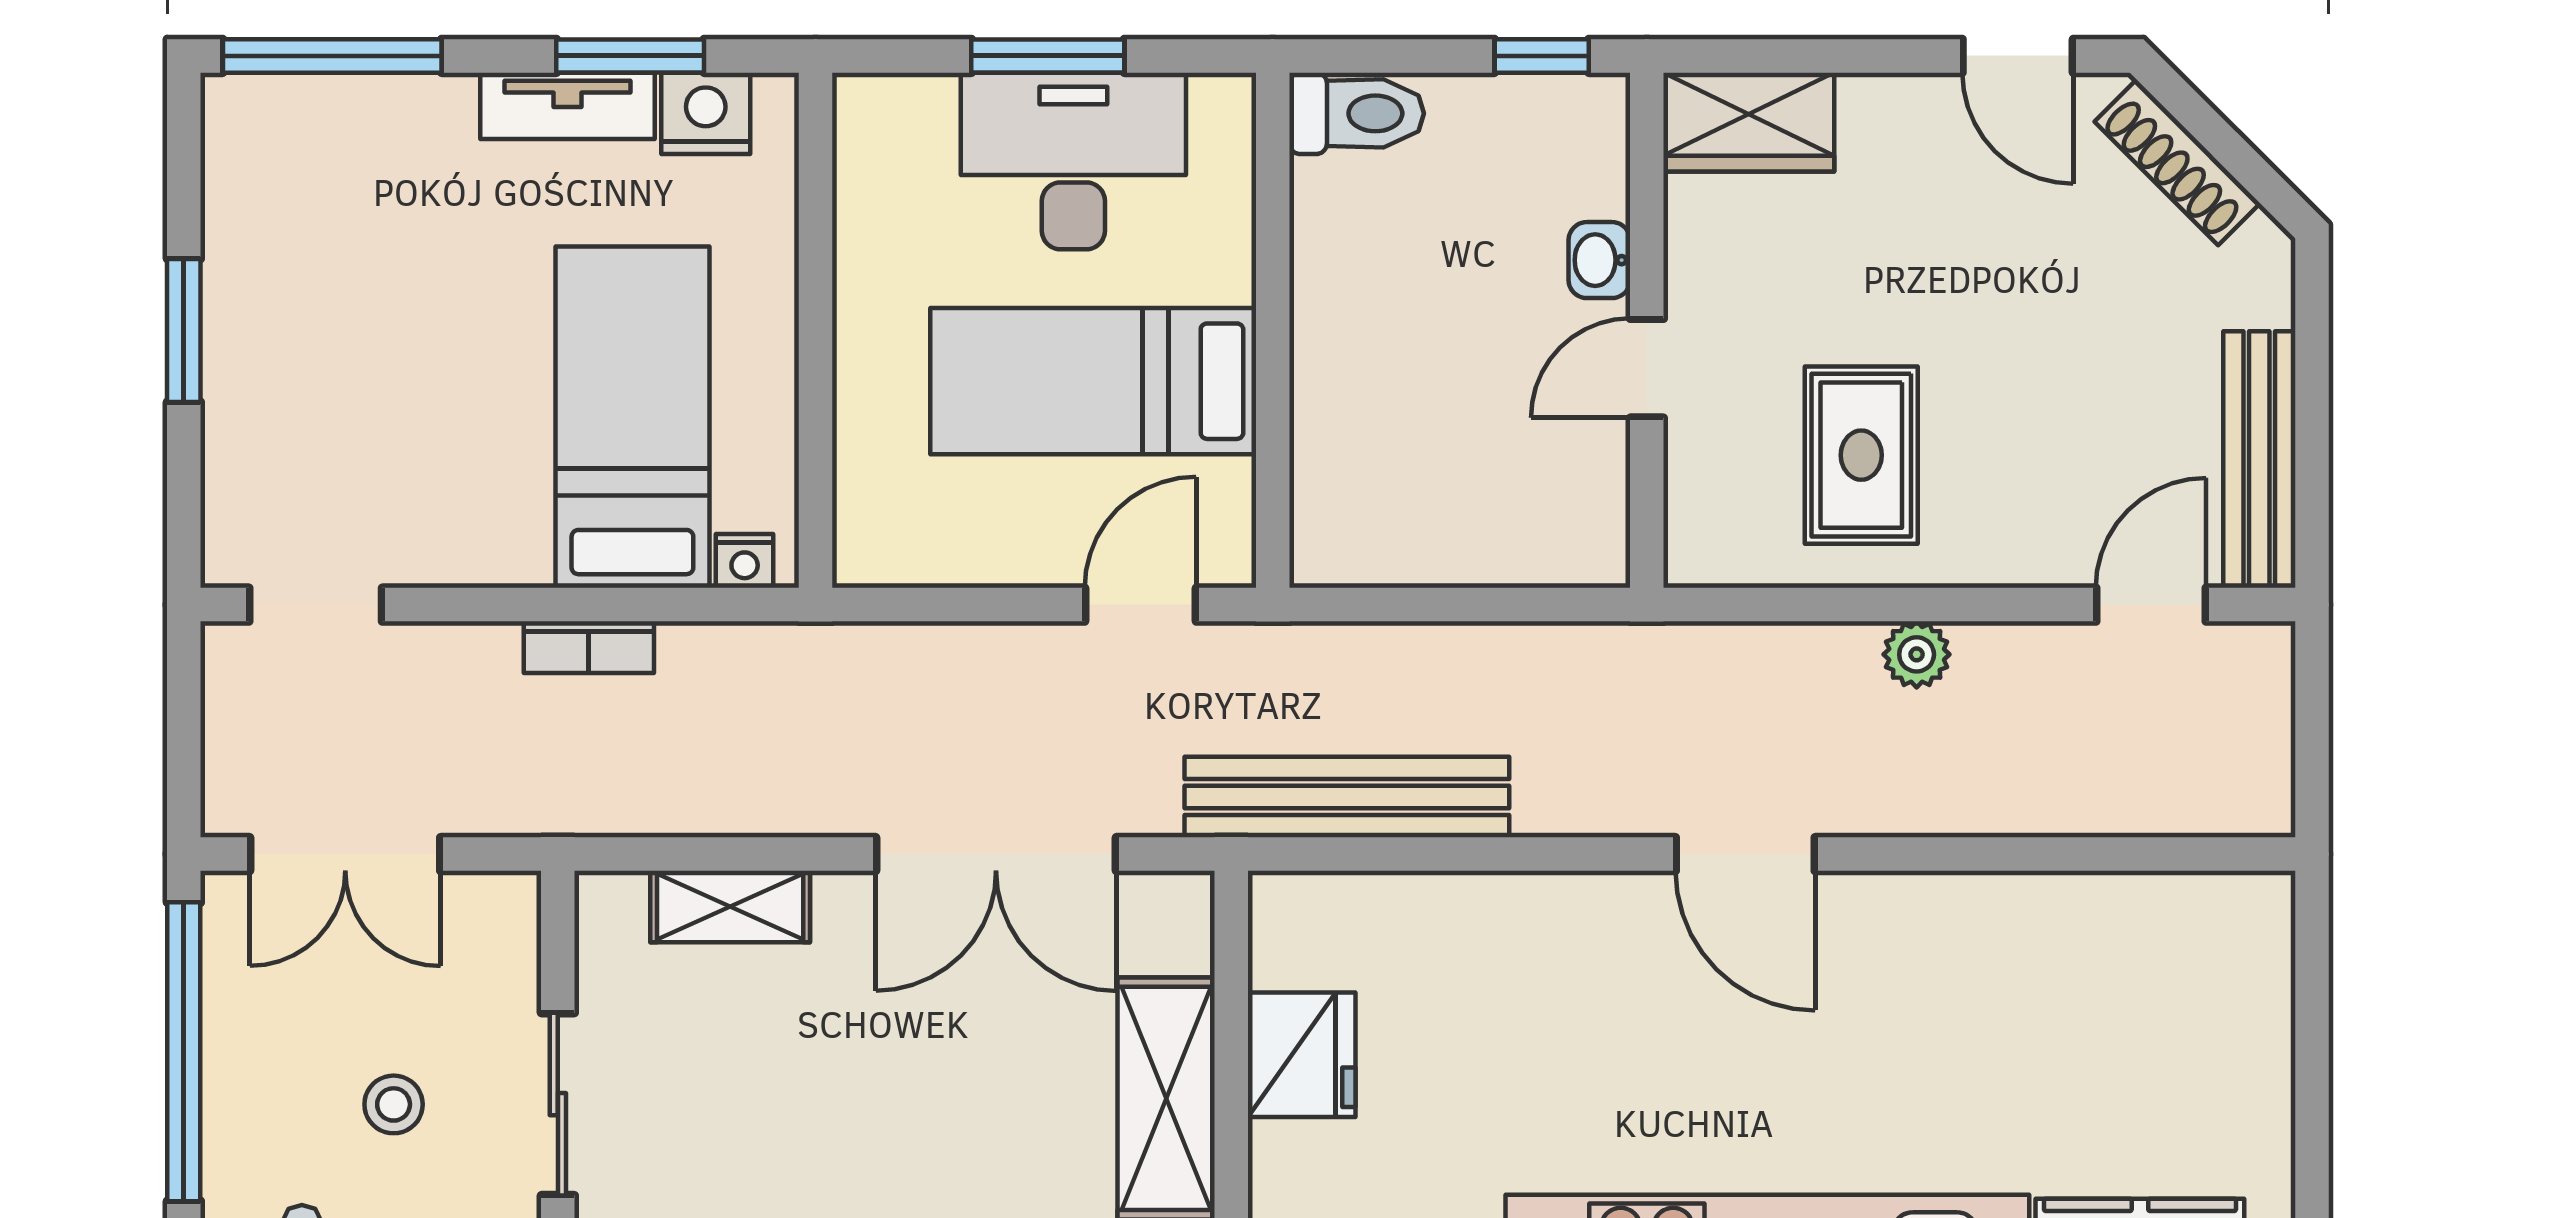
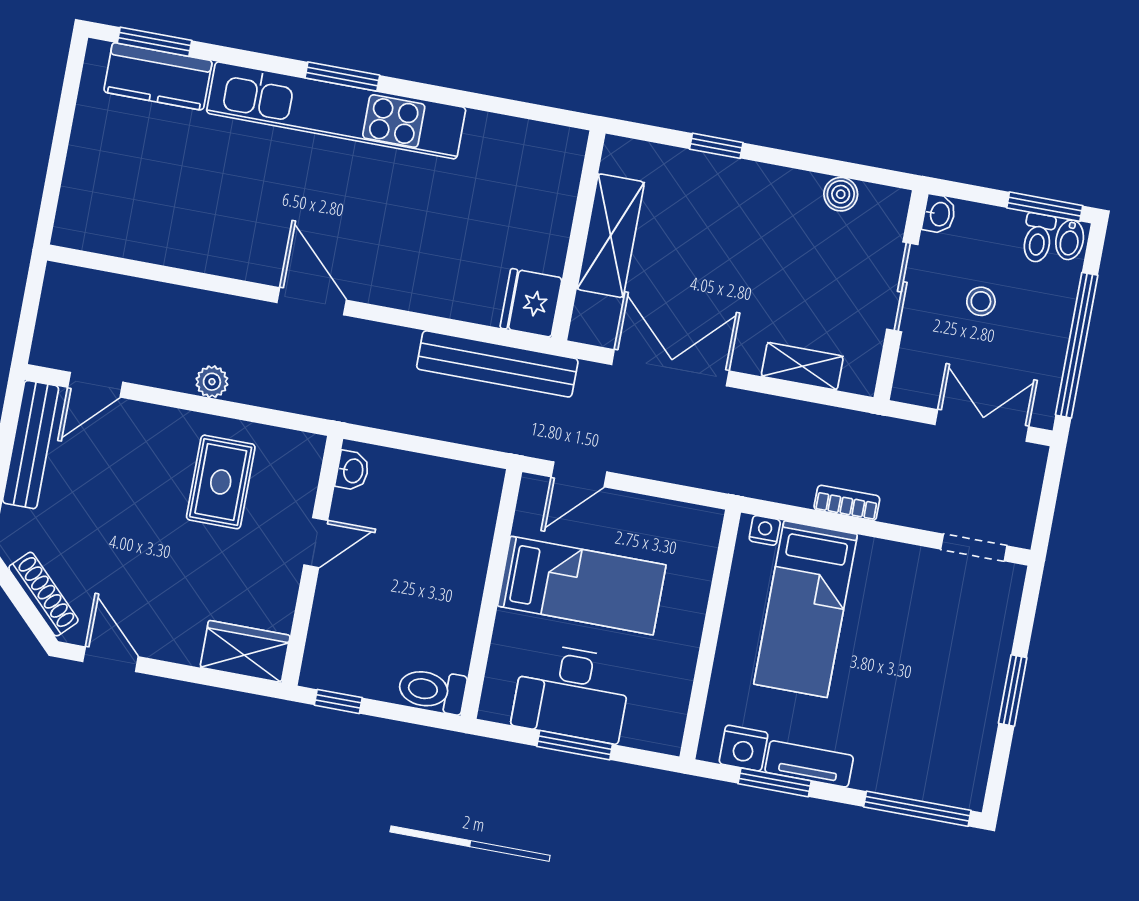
washbasin: (1599, 260) -> (352, 471), moved
fridge: (1302, 1055) -> (531, 303), moved

